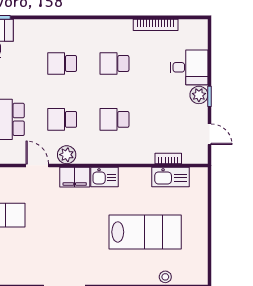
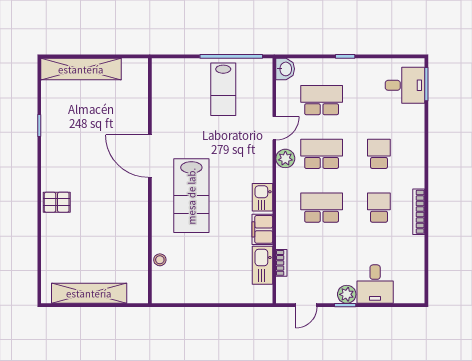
bookcase: (156, 25) -> (419, 212), moved
school desk: (62, 119) -> (322, 154), width x1.85
school desk: (114, 119) -> (322, 208), width x1.85
filing cabinet: (75, 177) -> (262, 229), moved
lab bench: (145, 232) -> (191, 196), moved

